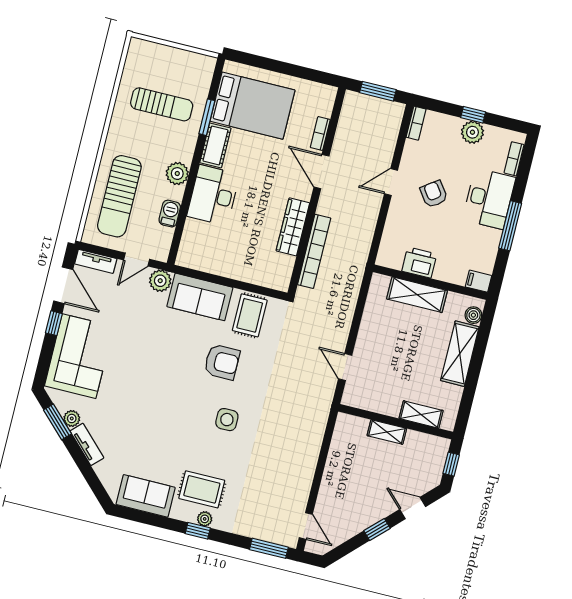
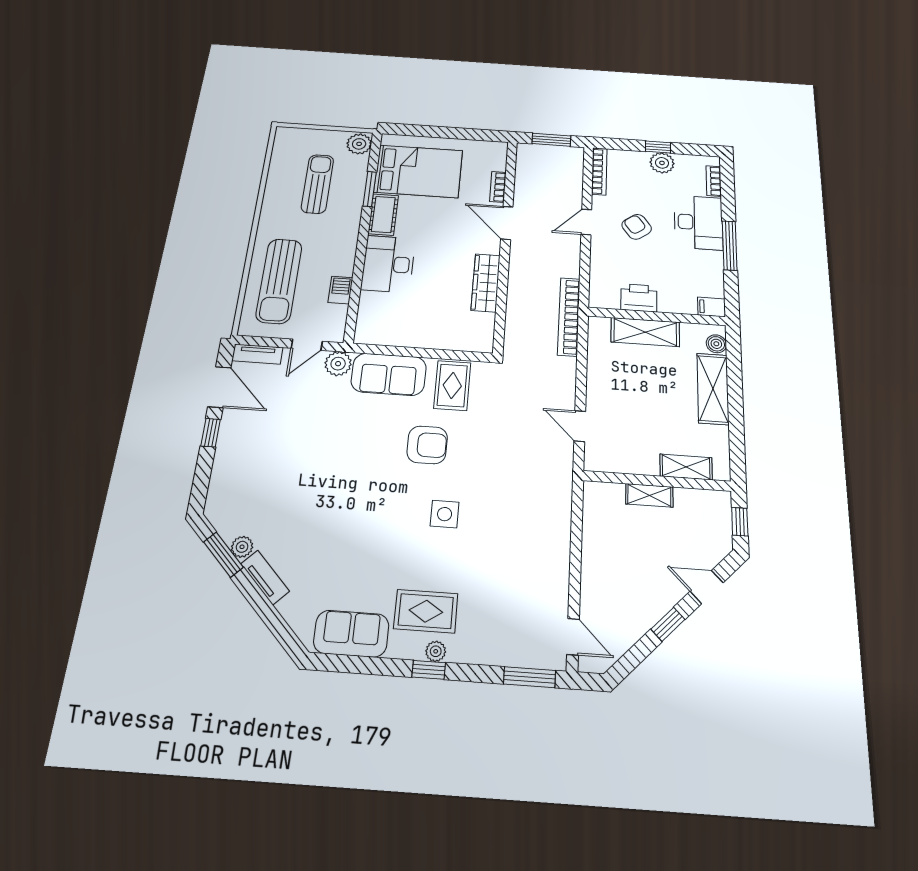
sun lounger: (162, 104) -> (317, 184), turned -90
bookcase: (416, 123) -> (599, 171), width x1.56
plant: (177, 174) -> (359, 144), moved
bookcase: (314, 251) -> (569, 317), moved, turned 180
corner sofa: (79, 356) -> (246, 467), removed

